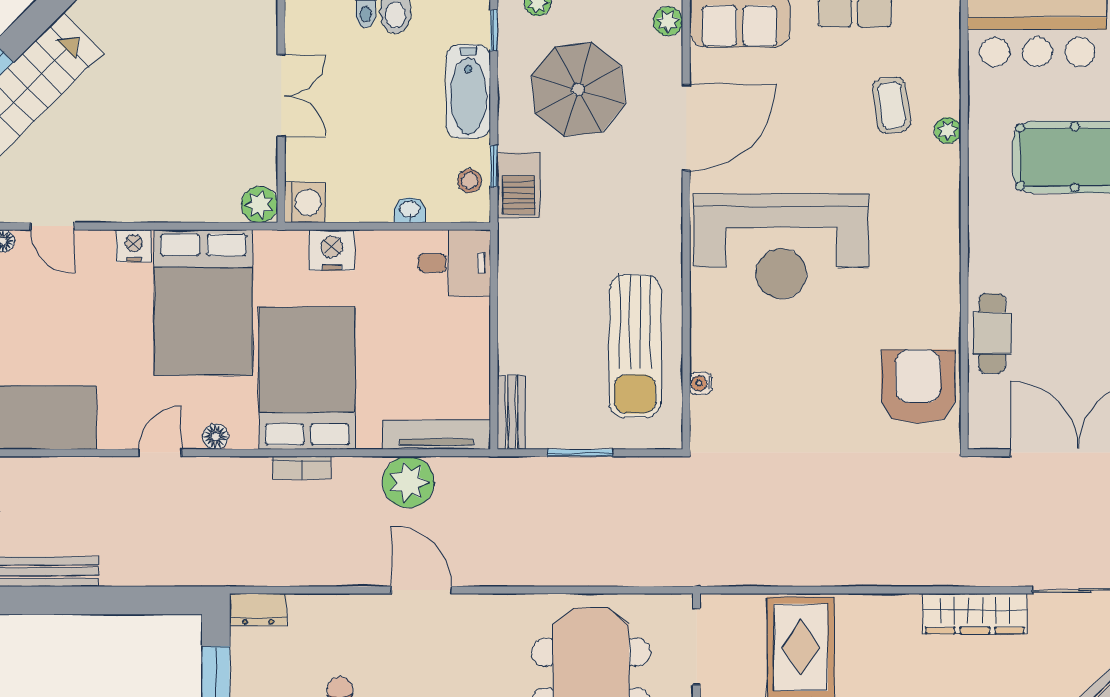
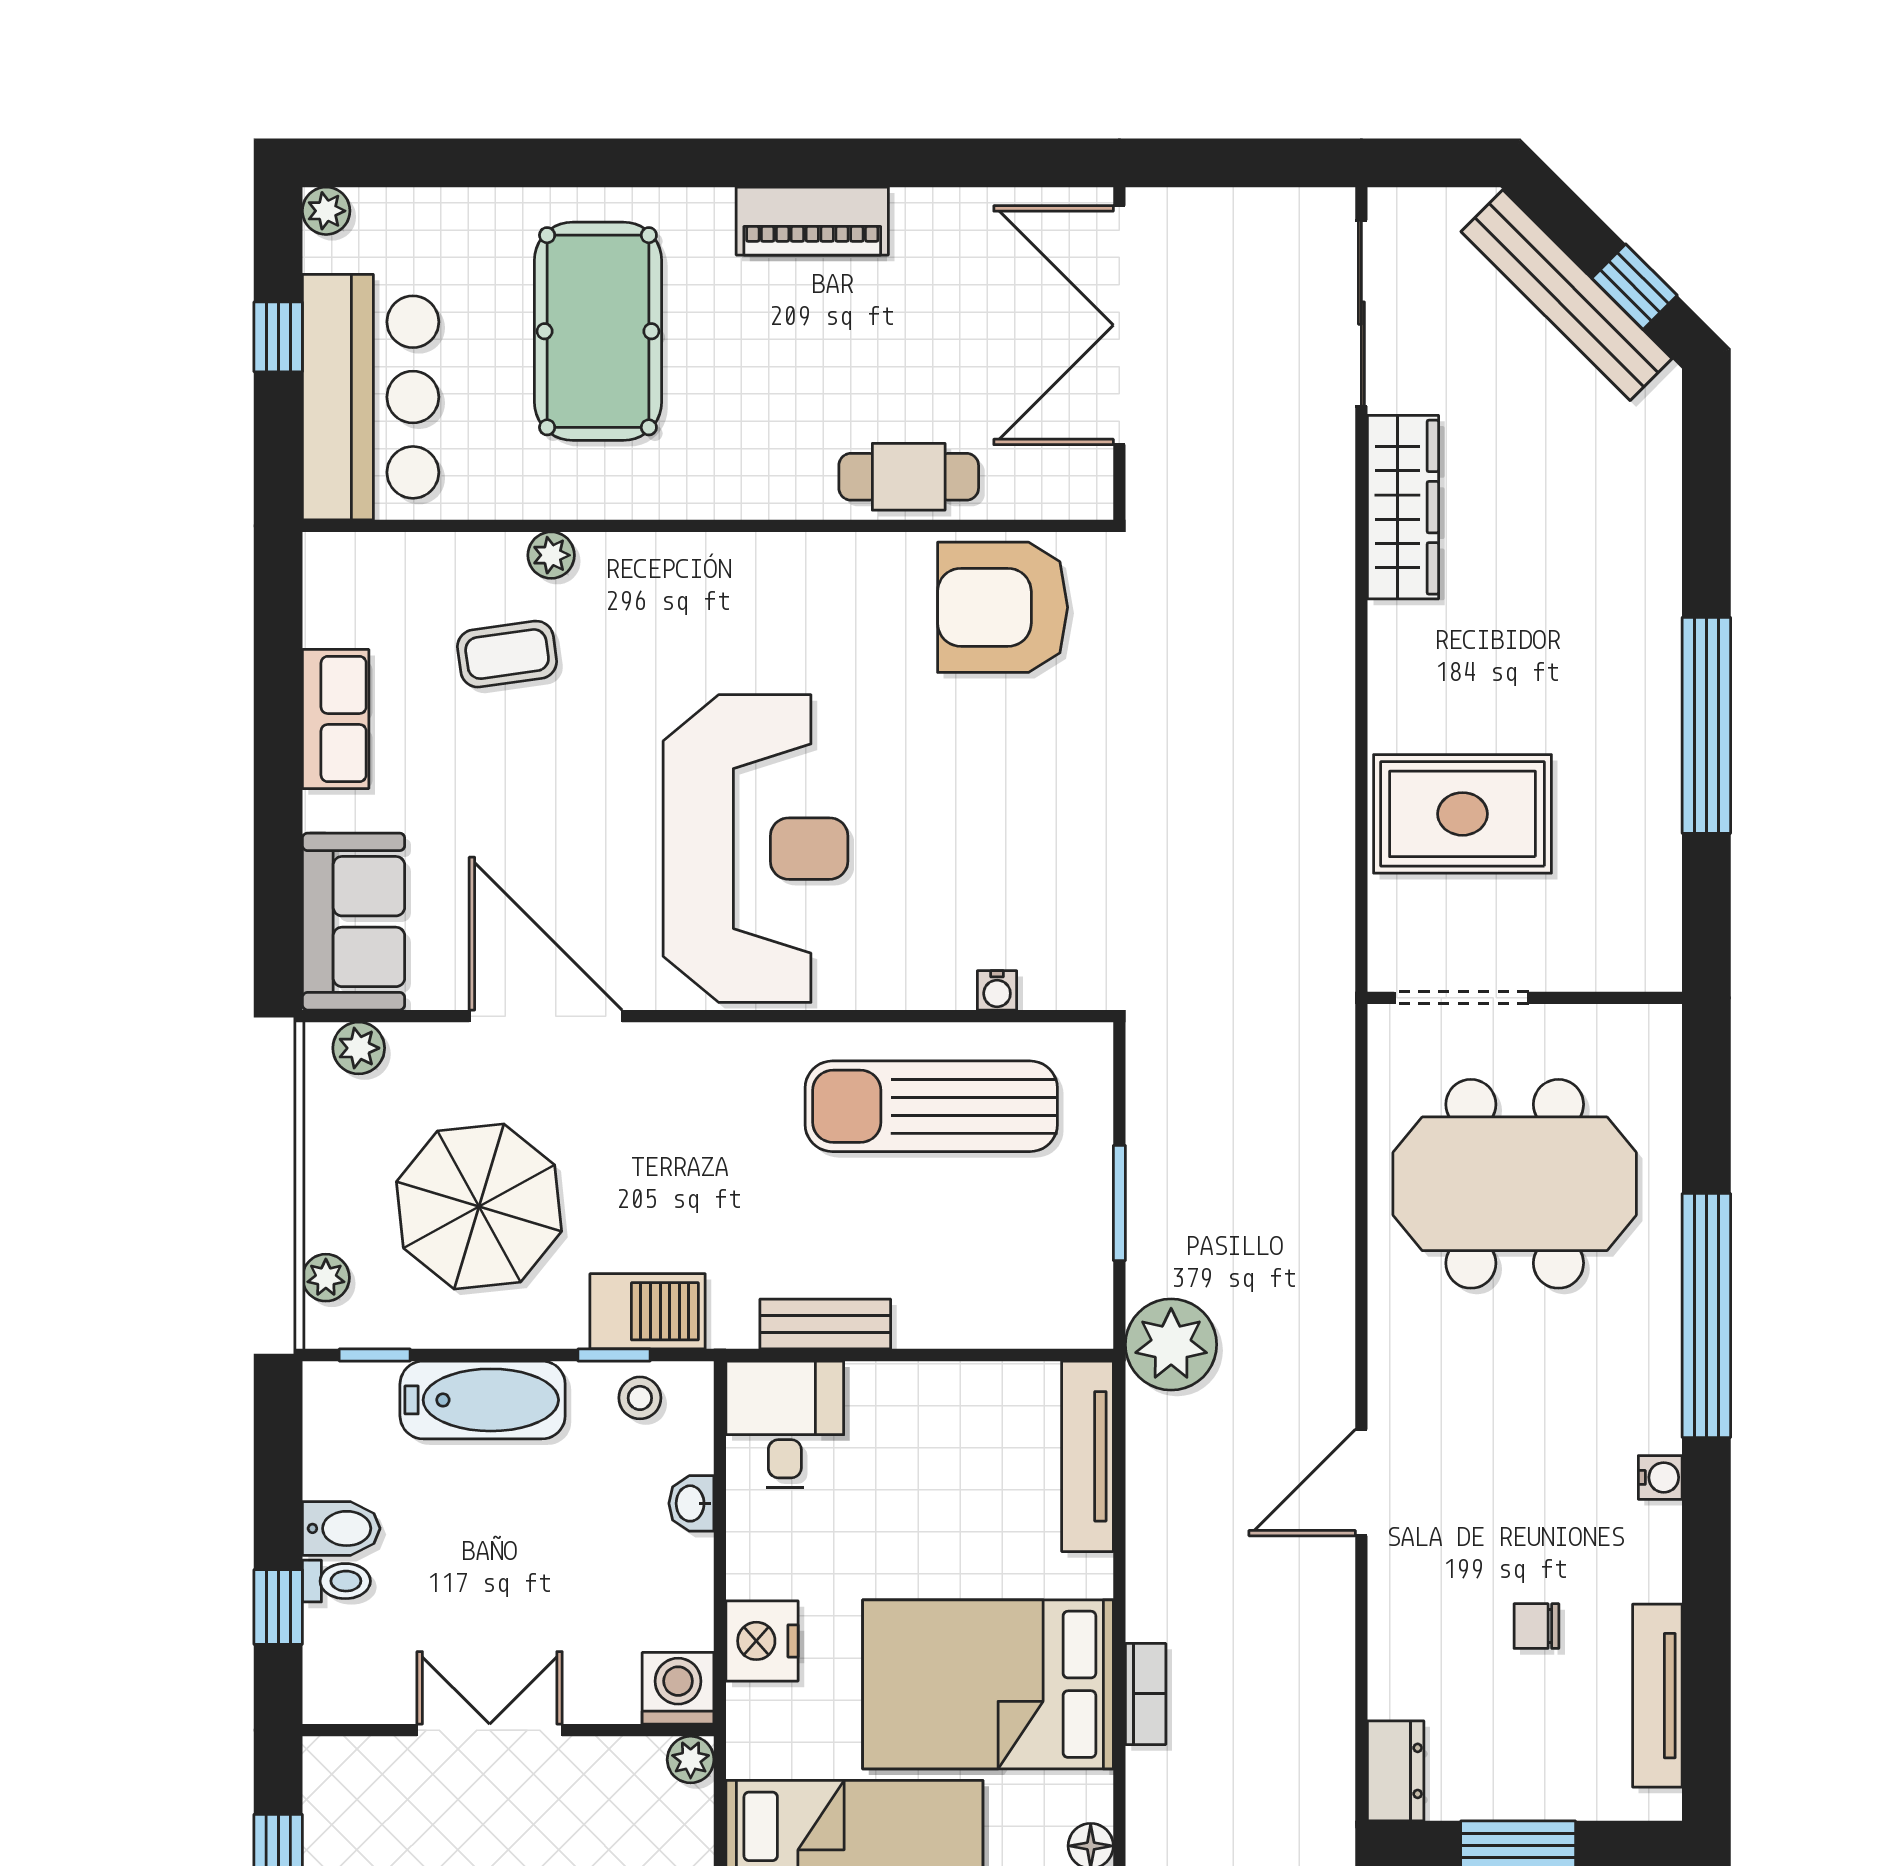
plant: (259, 205) -> (691, 1760), width x0.73, depth x0.73
sun lounger: (635, 346) -> (931, 1106), turned 180
bench: (512, 412) -> (825, 1324), moved
plant: (408, 482) -> (1171, 1345), moved

